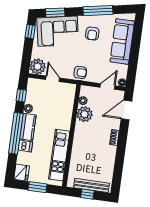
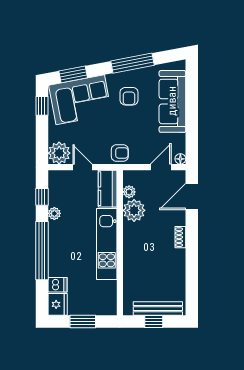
kitchen counter: (28, 127) -> (108, 189), moved, turned 180
dishwasher: (25, 146) -> (57, 285), moved
kitchen unit: (59, 155) -> (107, 244), moved

